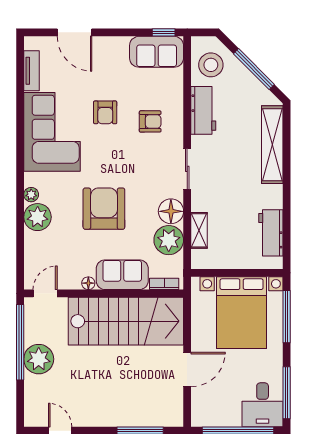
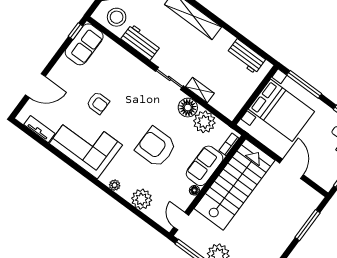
armchair: (150, 121) -> (124, 80), removed
plant: (38, 217) -> (142, 199), moved
shelving: (199, 230) -> (200, 90), moved

